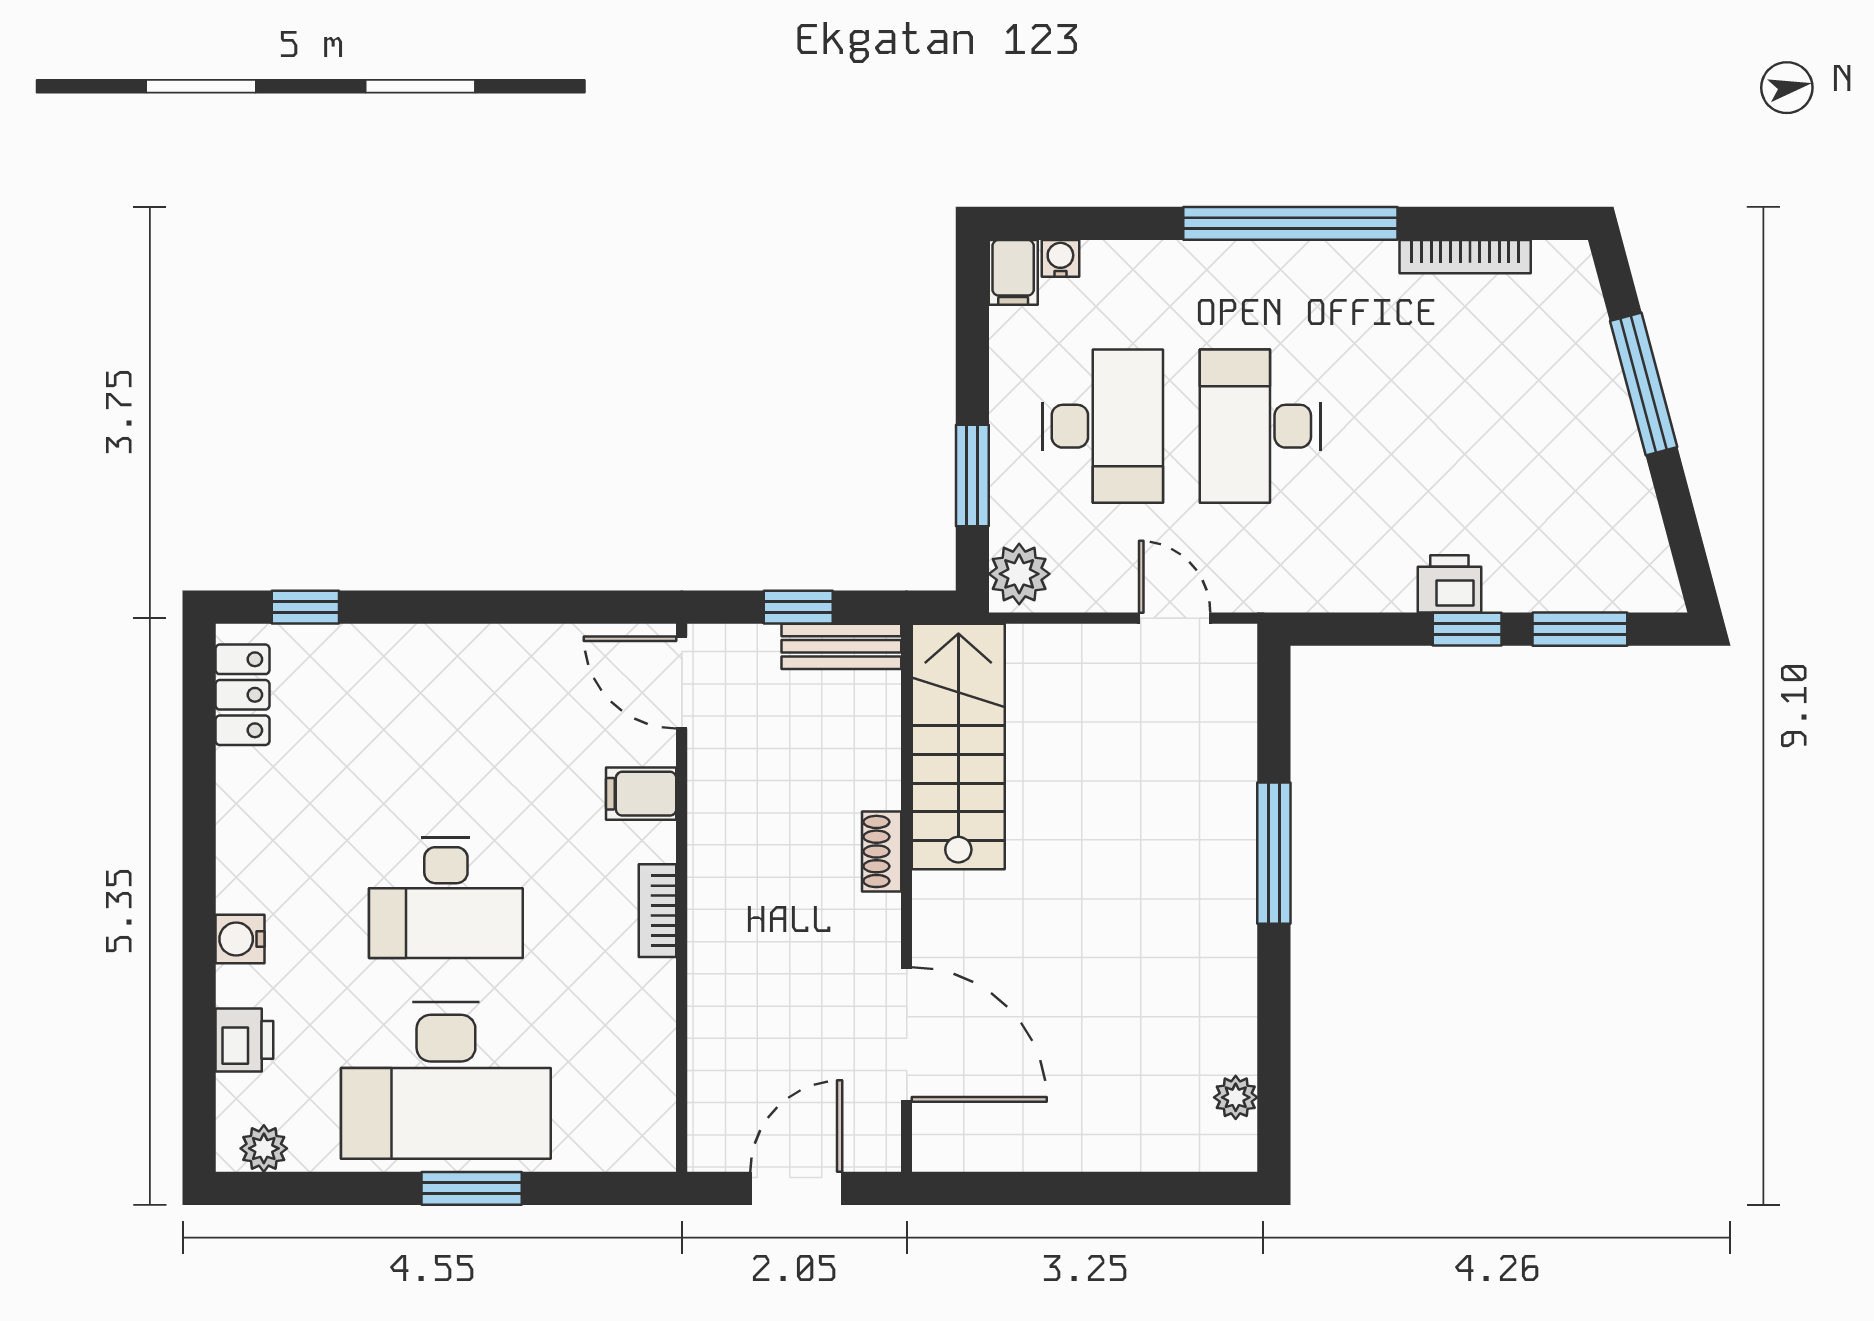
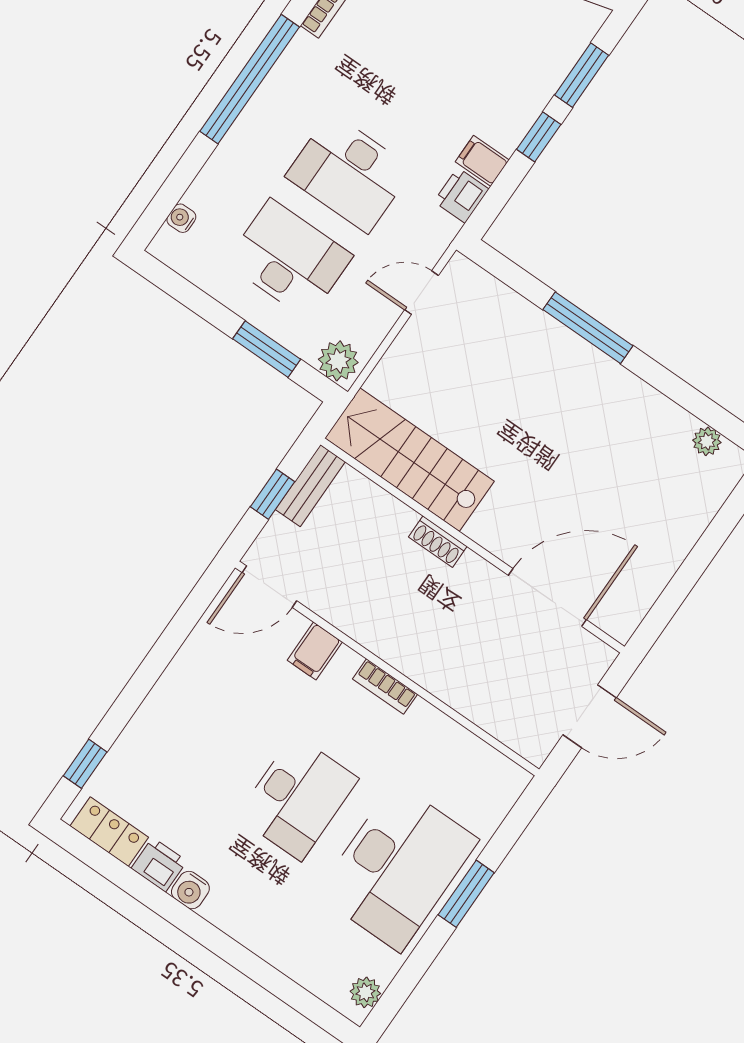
filing cabinet: (1013, 272) -> (482, 161), moved, turned 180
printer: (1449, 584) -> (461, 195), moved
water cooler: (240, 939) -> (190, 890), moved
printer: (244, 1040) -> (159, 865), moved
door: (796, 1188) -> (590, 716), swing flipped

